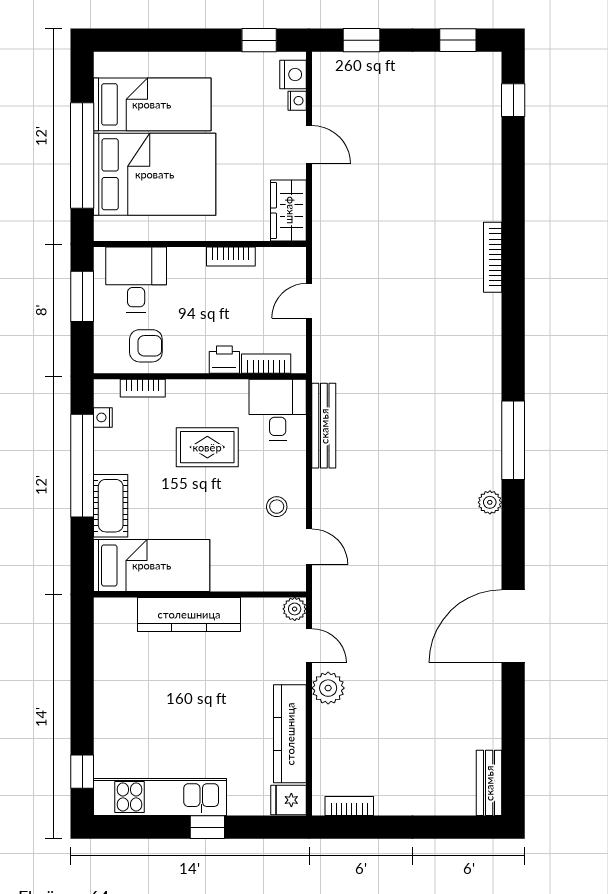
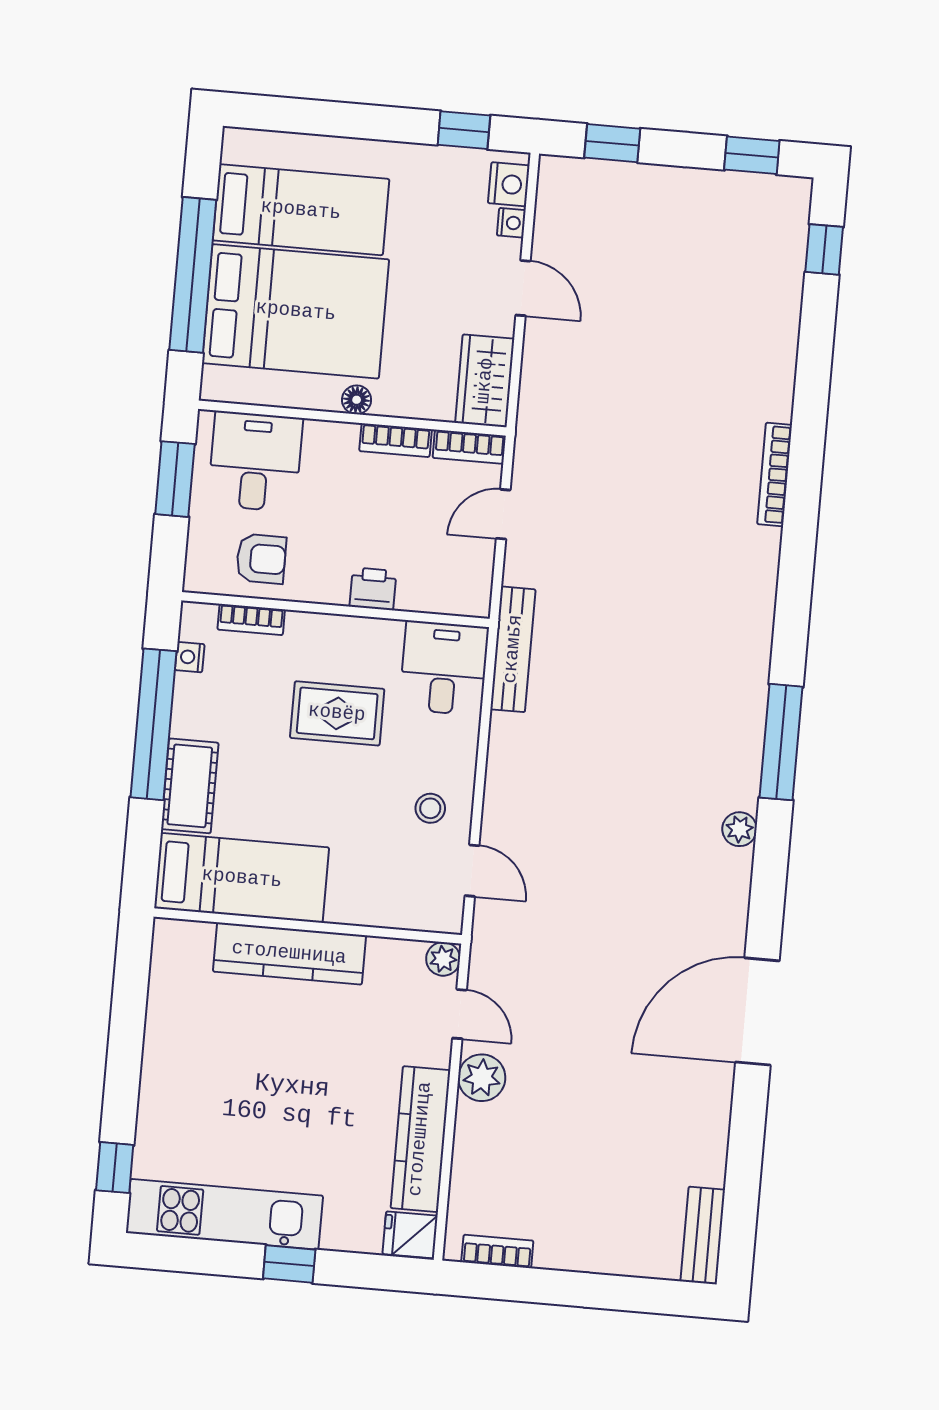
floor lamp: (202, 231) -> (357, 400), added
bookcase: (266, 364) -> (469, 447), moved, turned 180
bench: (324, 426) -> (513, 649), moved

